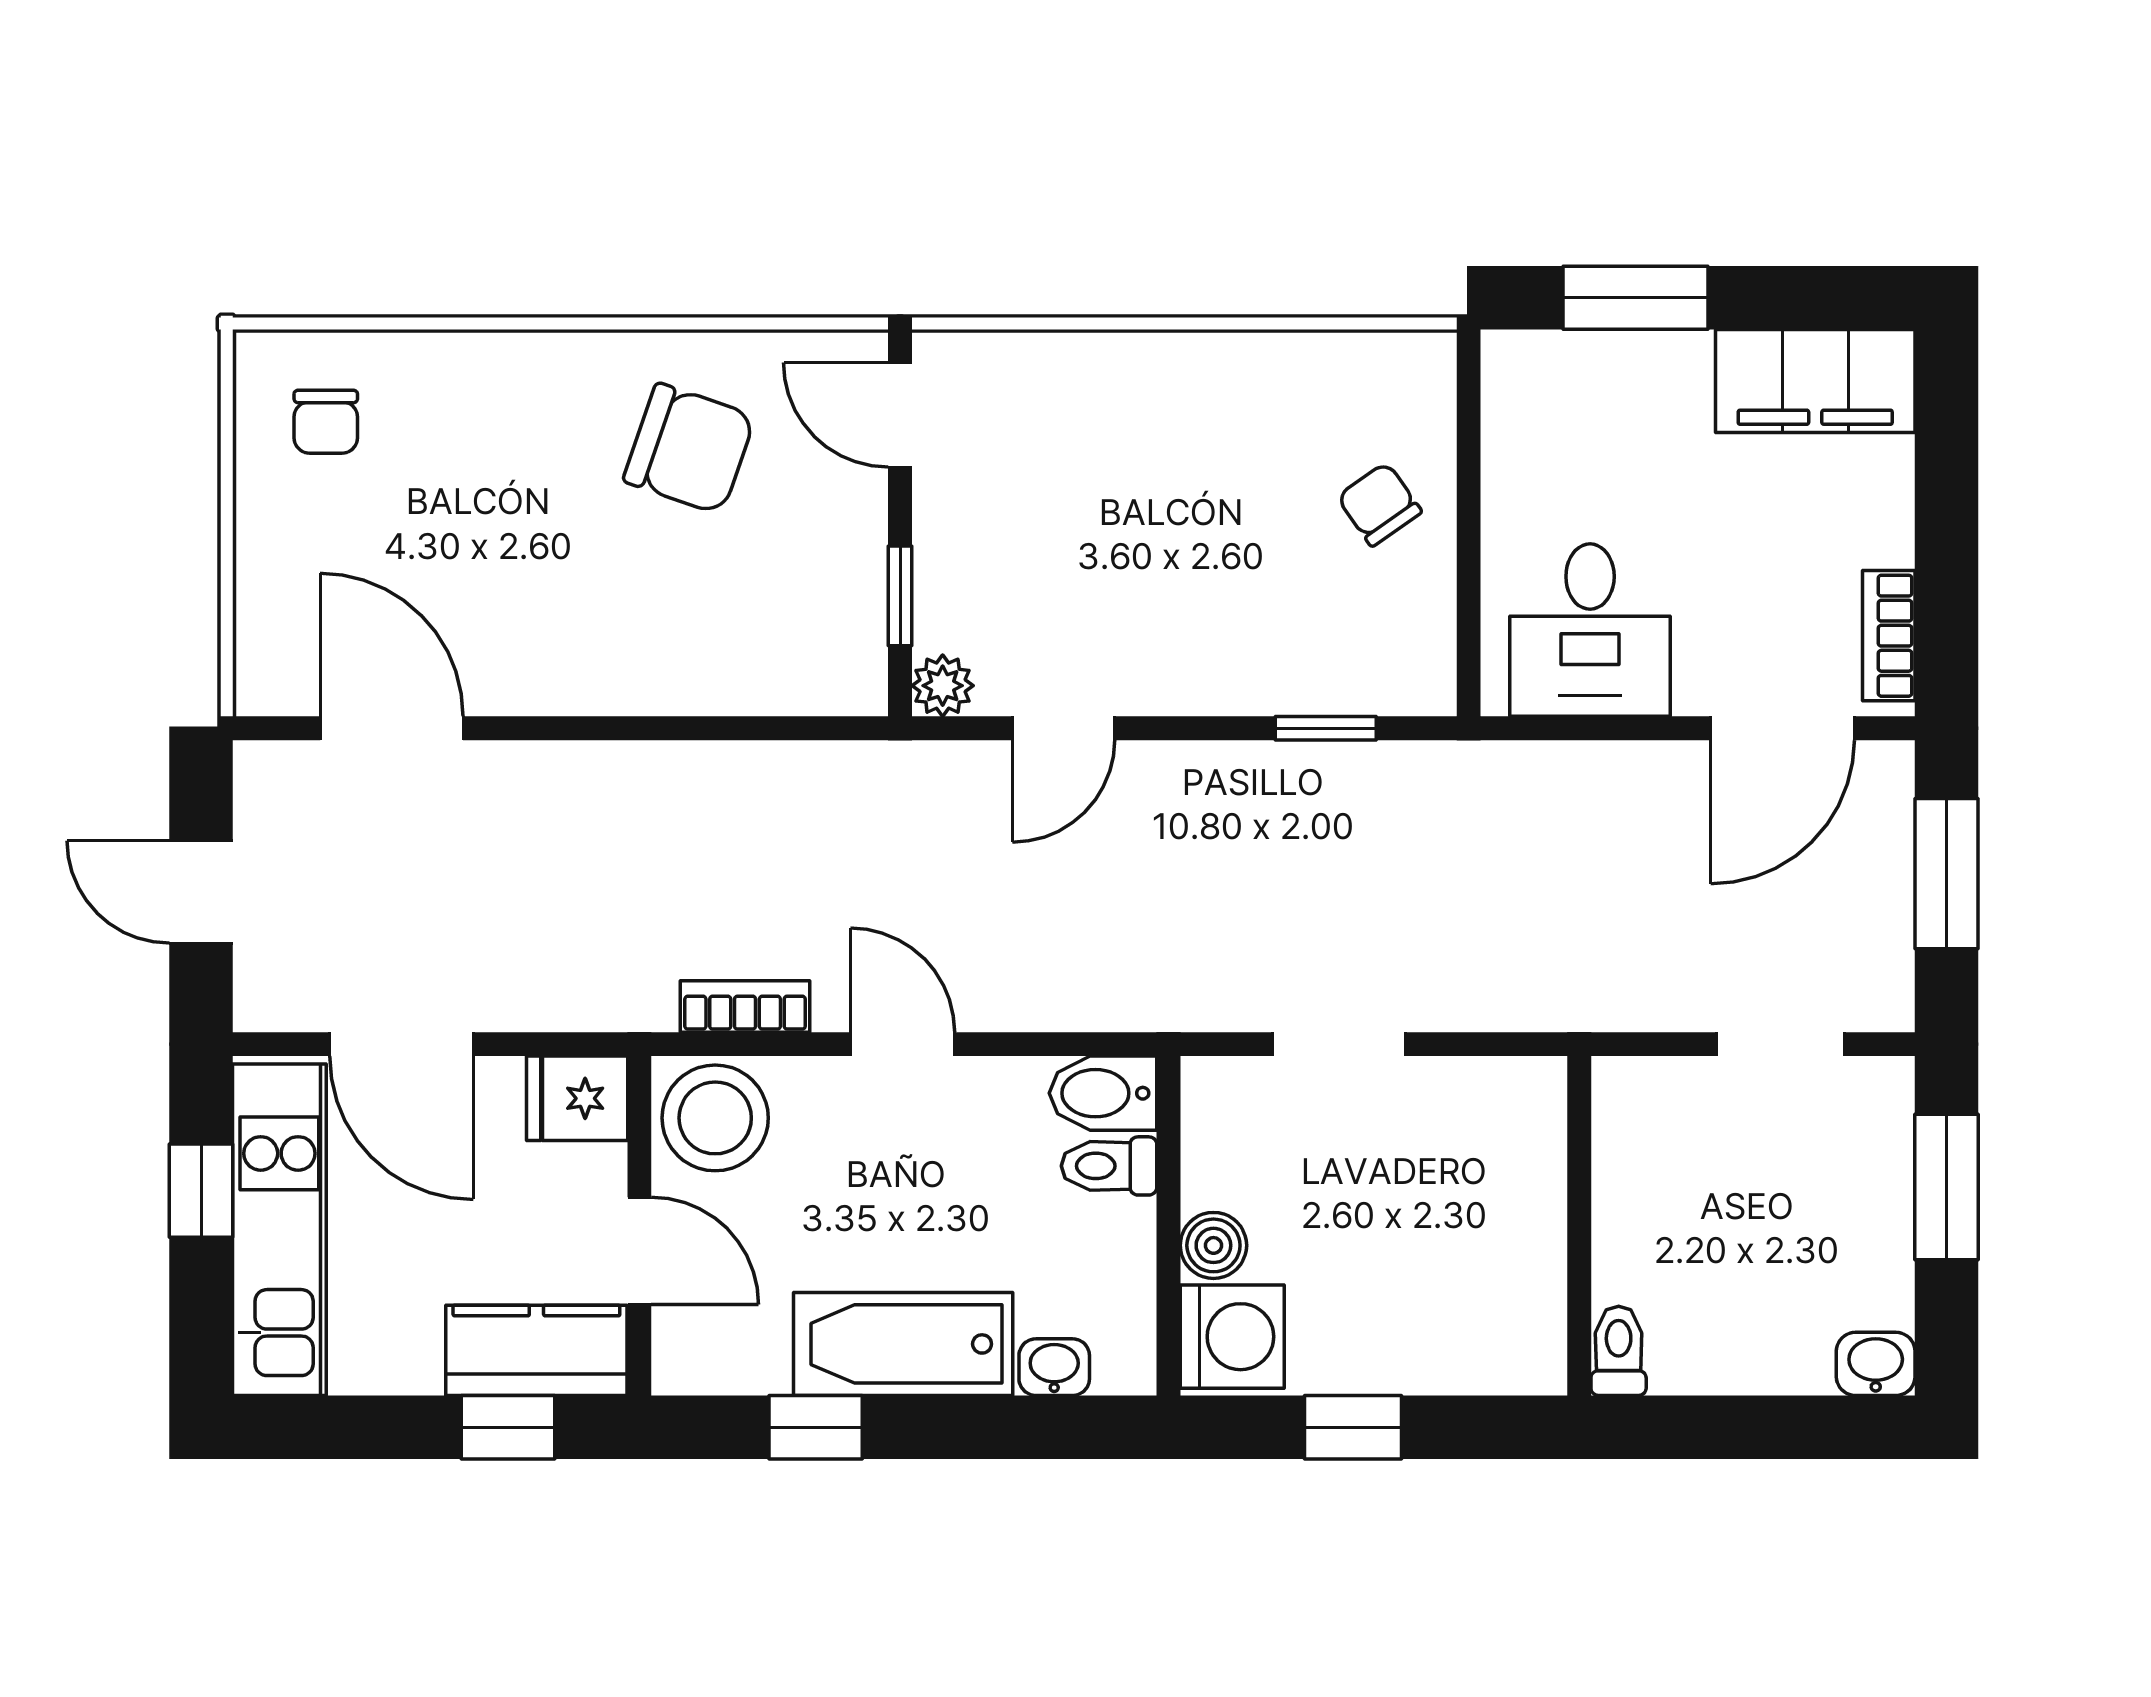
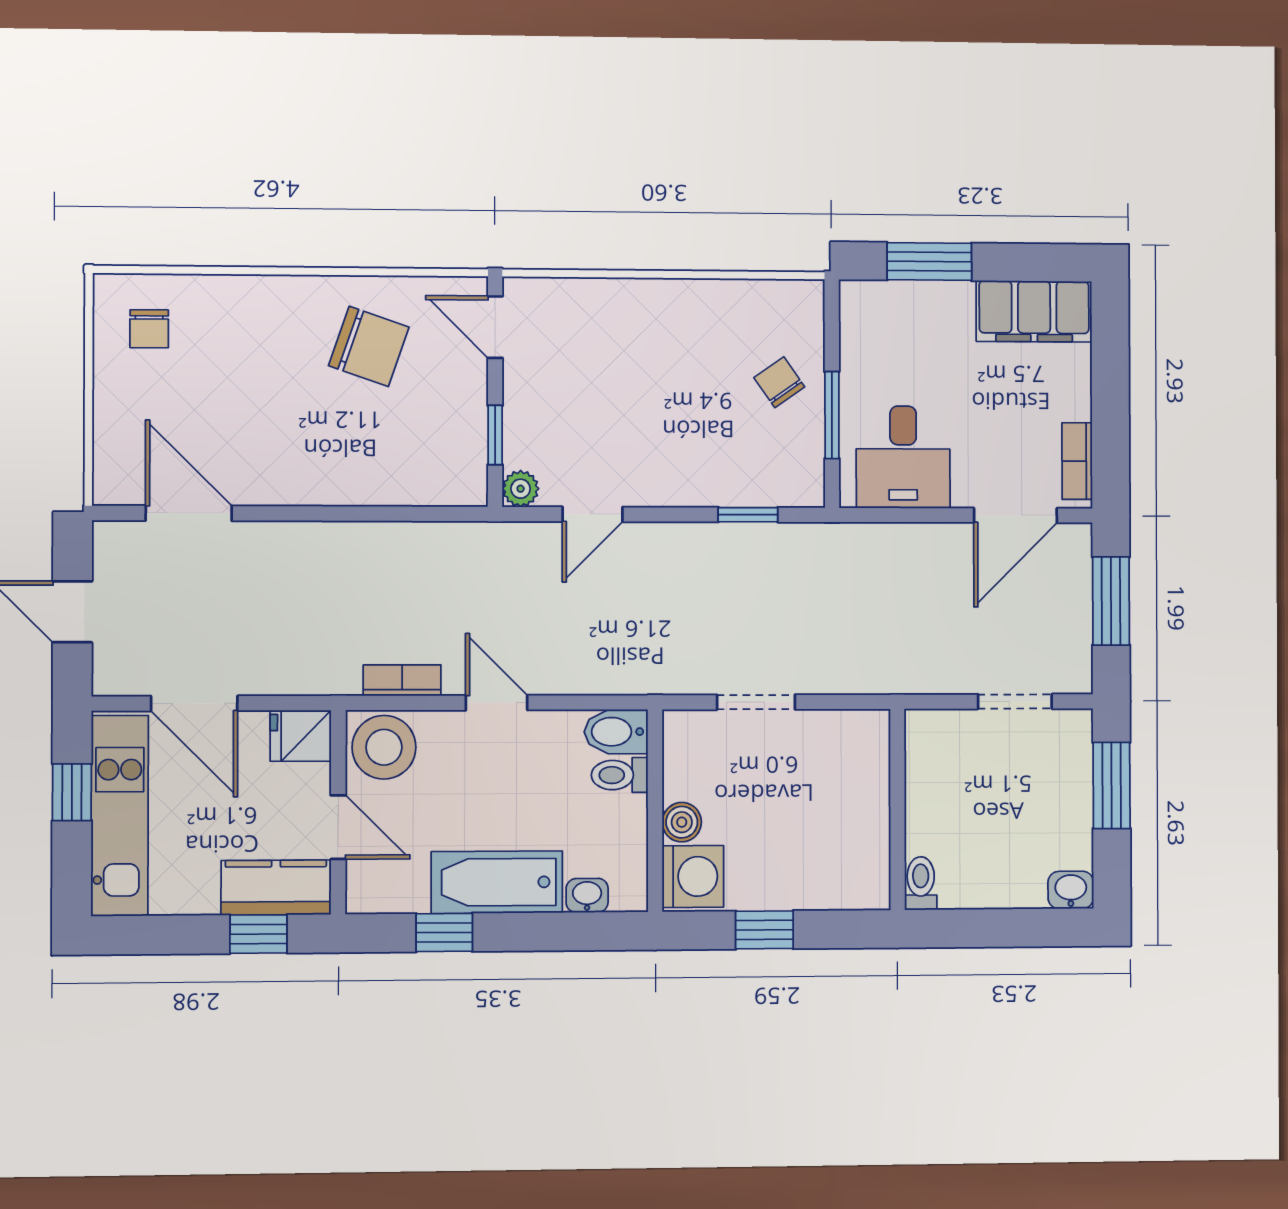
window: (1469, 559) -> (832, 415), added

